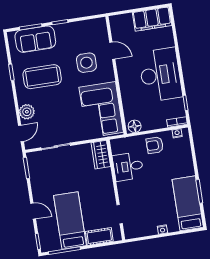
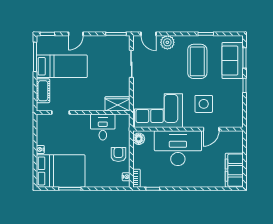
desk: (160, 75) -> (178, 148), moved, turned 180
bed: (188, 203) -> (61, 171), width x1.50

